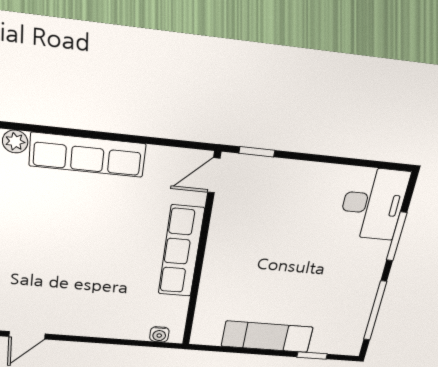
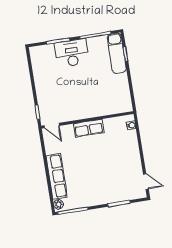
desk: (373, 204) -> (72, 53), moved
row of seats: (181, 251) -> (89, 128), width x0.68
exam couch: (267, 337) -> (117, 53), moved

